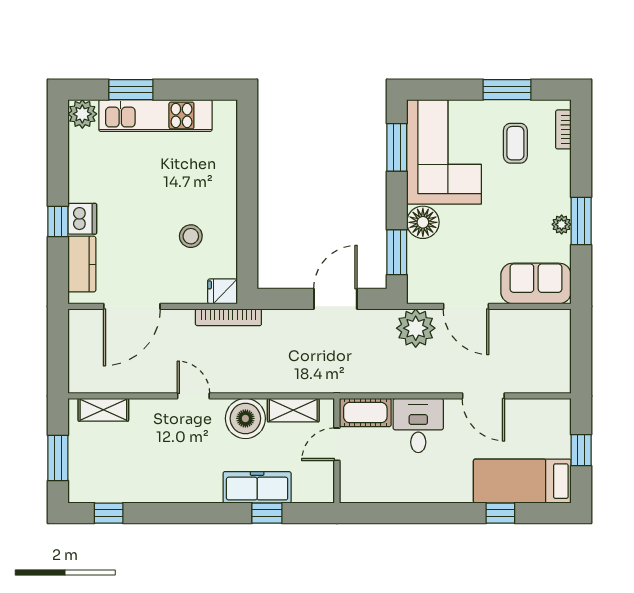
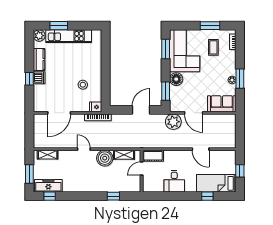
kitchen counter: (82, 264) -> (39, 60), moved
desk: (418, 426) -> (174, 181), moved, turned 180
freezer: (257, 487) -> (48, 186), moved

